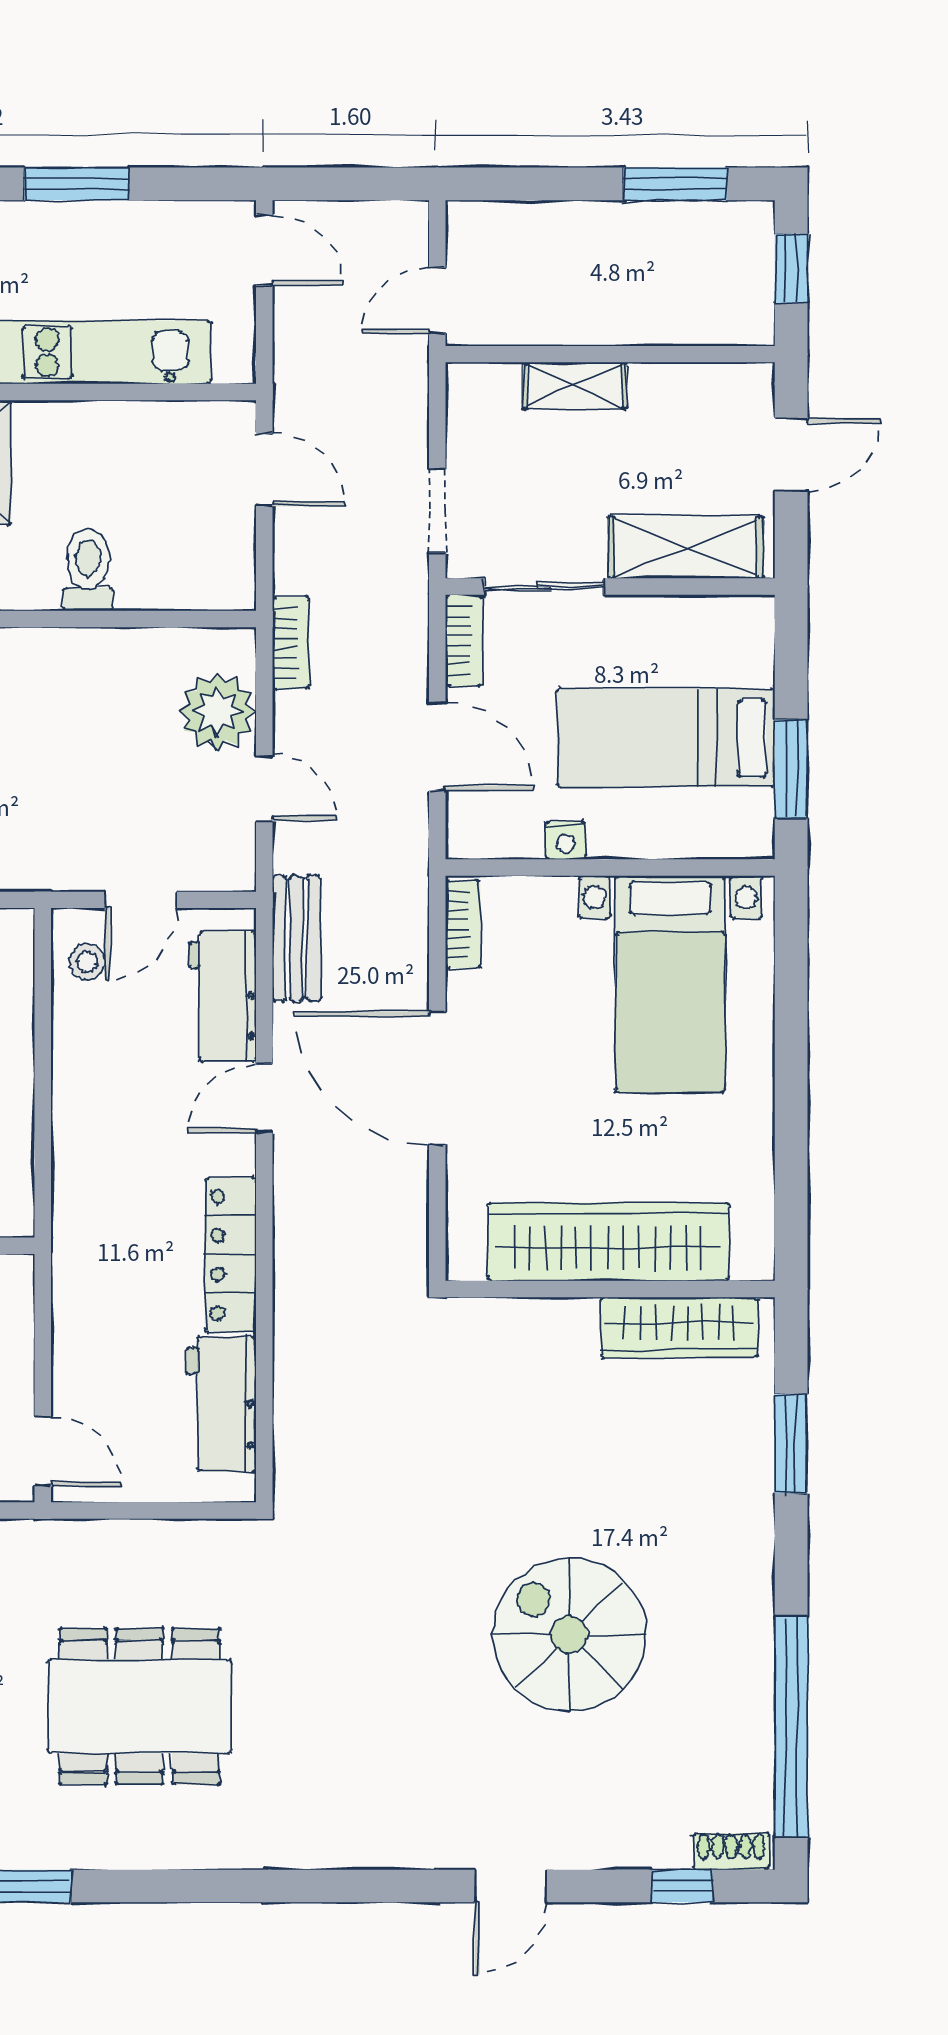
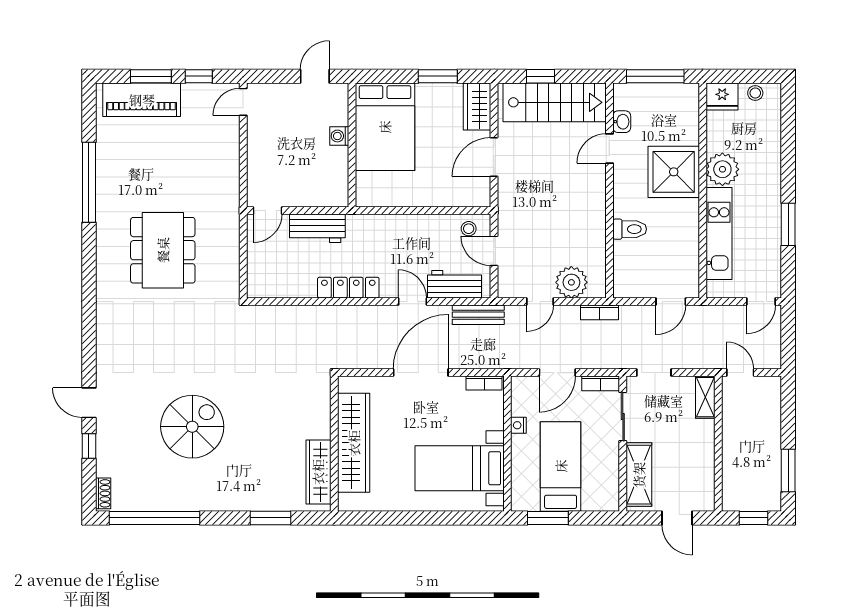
shelving: (575, 386) -> (705, 397), moved
workbench: (221, 1404) -> (317, 228), moved, turned 180
window: (682, 1886) -> (89, 446), moved

